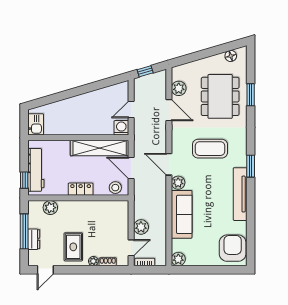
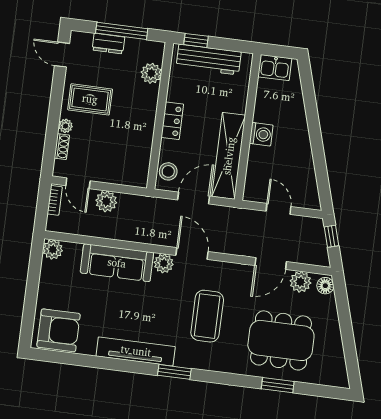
floor lamp: (231, 56) -> (325, 286), moved
washing machine: (121, 128) -> (261, 134), moved
door: (169, 164) -> (192, 254), hinge flipped

